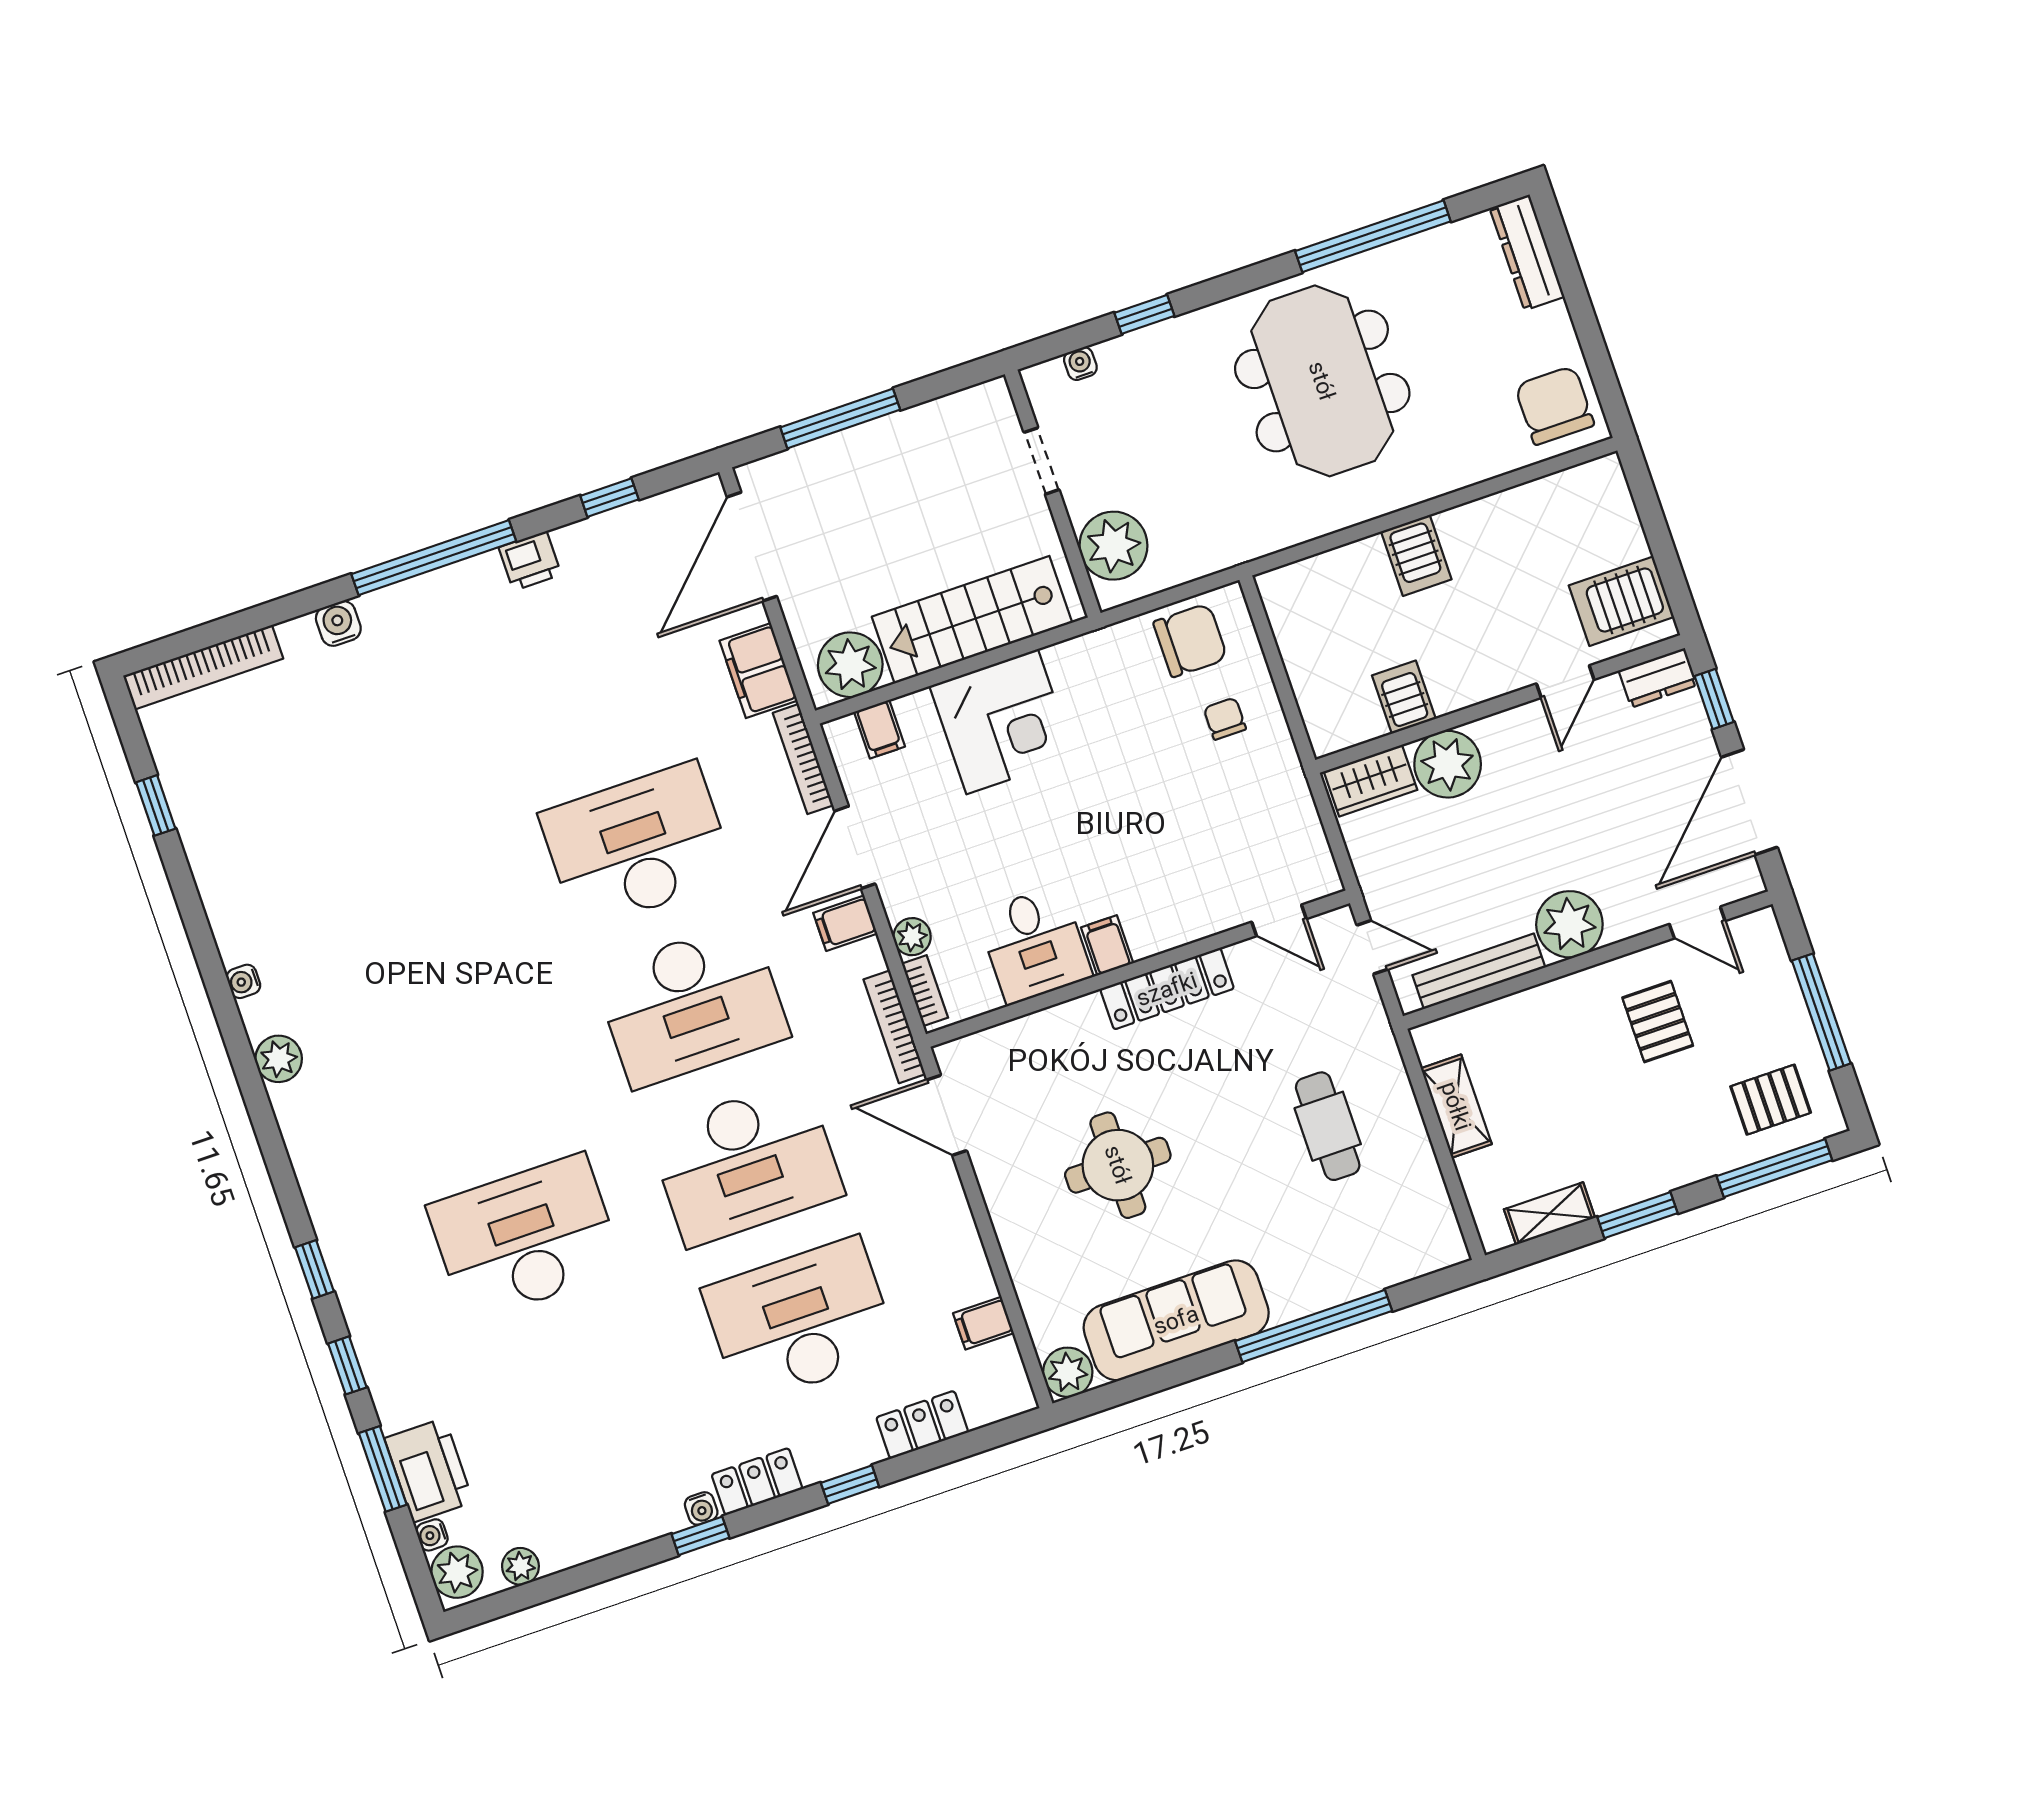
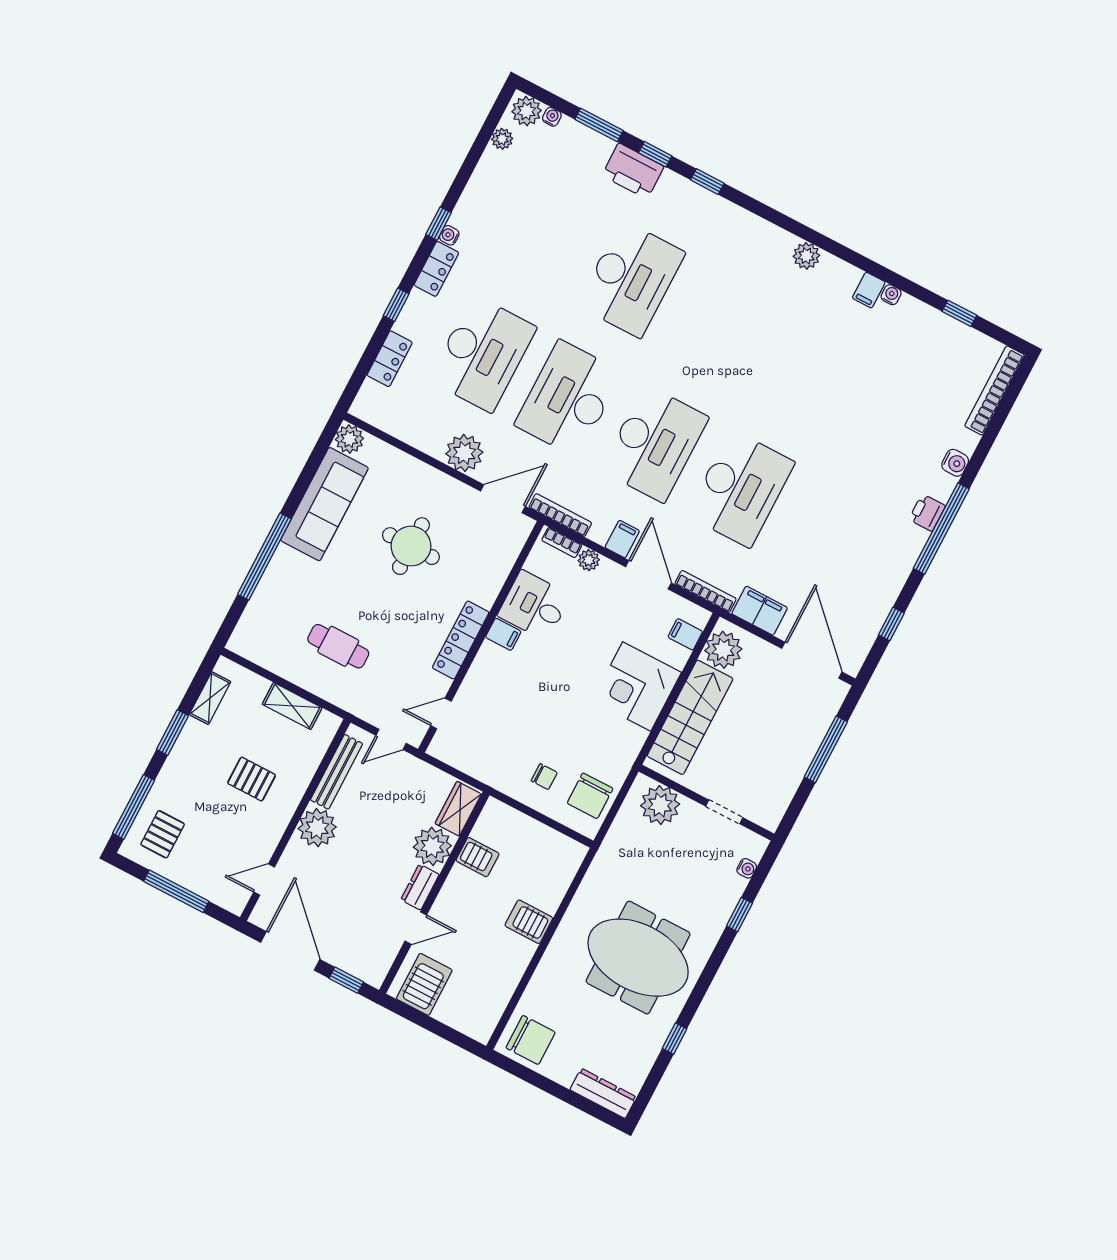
window: (1373, 236) -> (675, 1039), width x0.32
printer: (530, 561) -> (927, 513), moved
dresser: (1658, 678) -> (420, 887), moved
door: (1565, 682) -> (416, 928), swing flipped
water cooler: (244, 981) -> (891, 295), moved
desk: (692, 1004) -> (655, 444), turned 180
pallet: (1658, 1022) -> (252, 779), moved
plant: (941, 1218) -> (464, 453), added
filing cabinet: (983, 1323) -> (869, 290), moved, turned 180
printer: (429, 1470) -> (633, 171), moved

